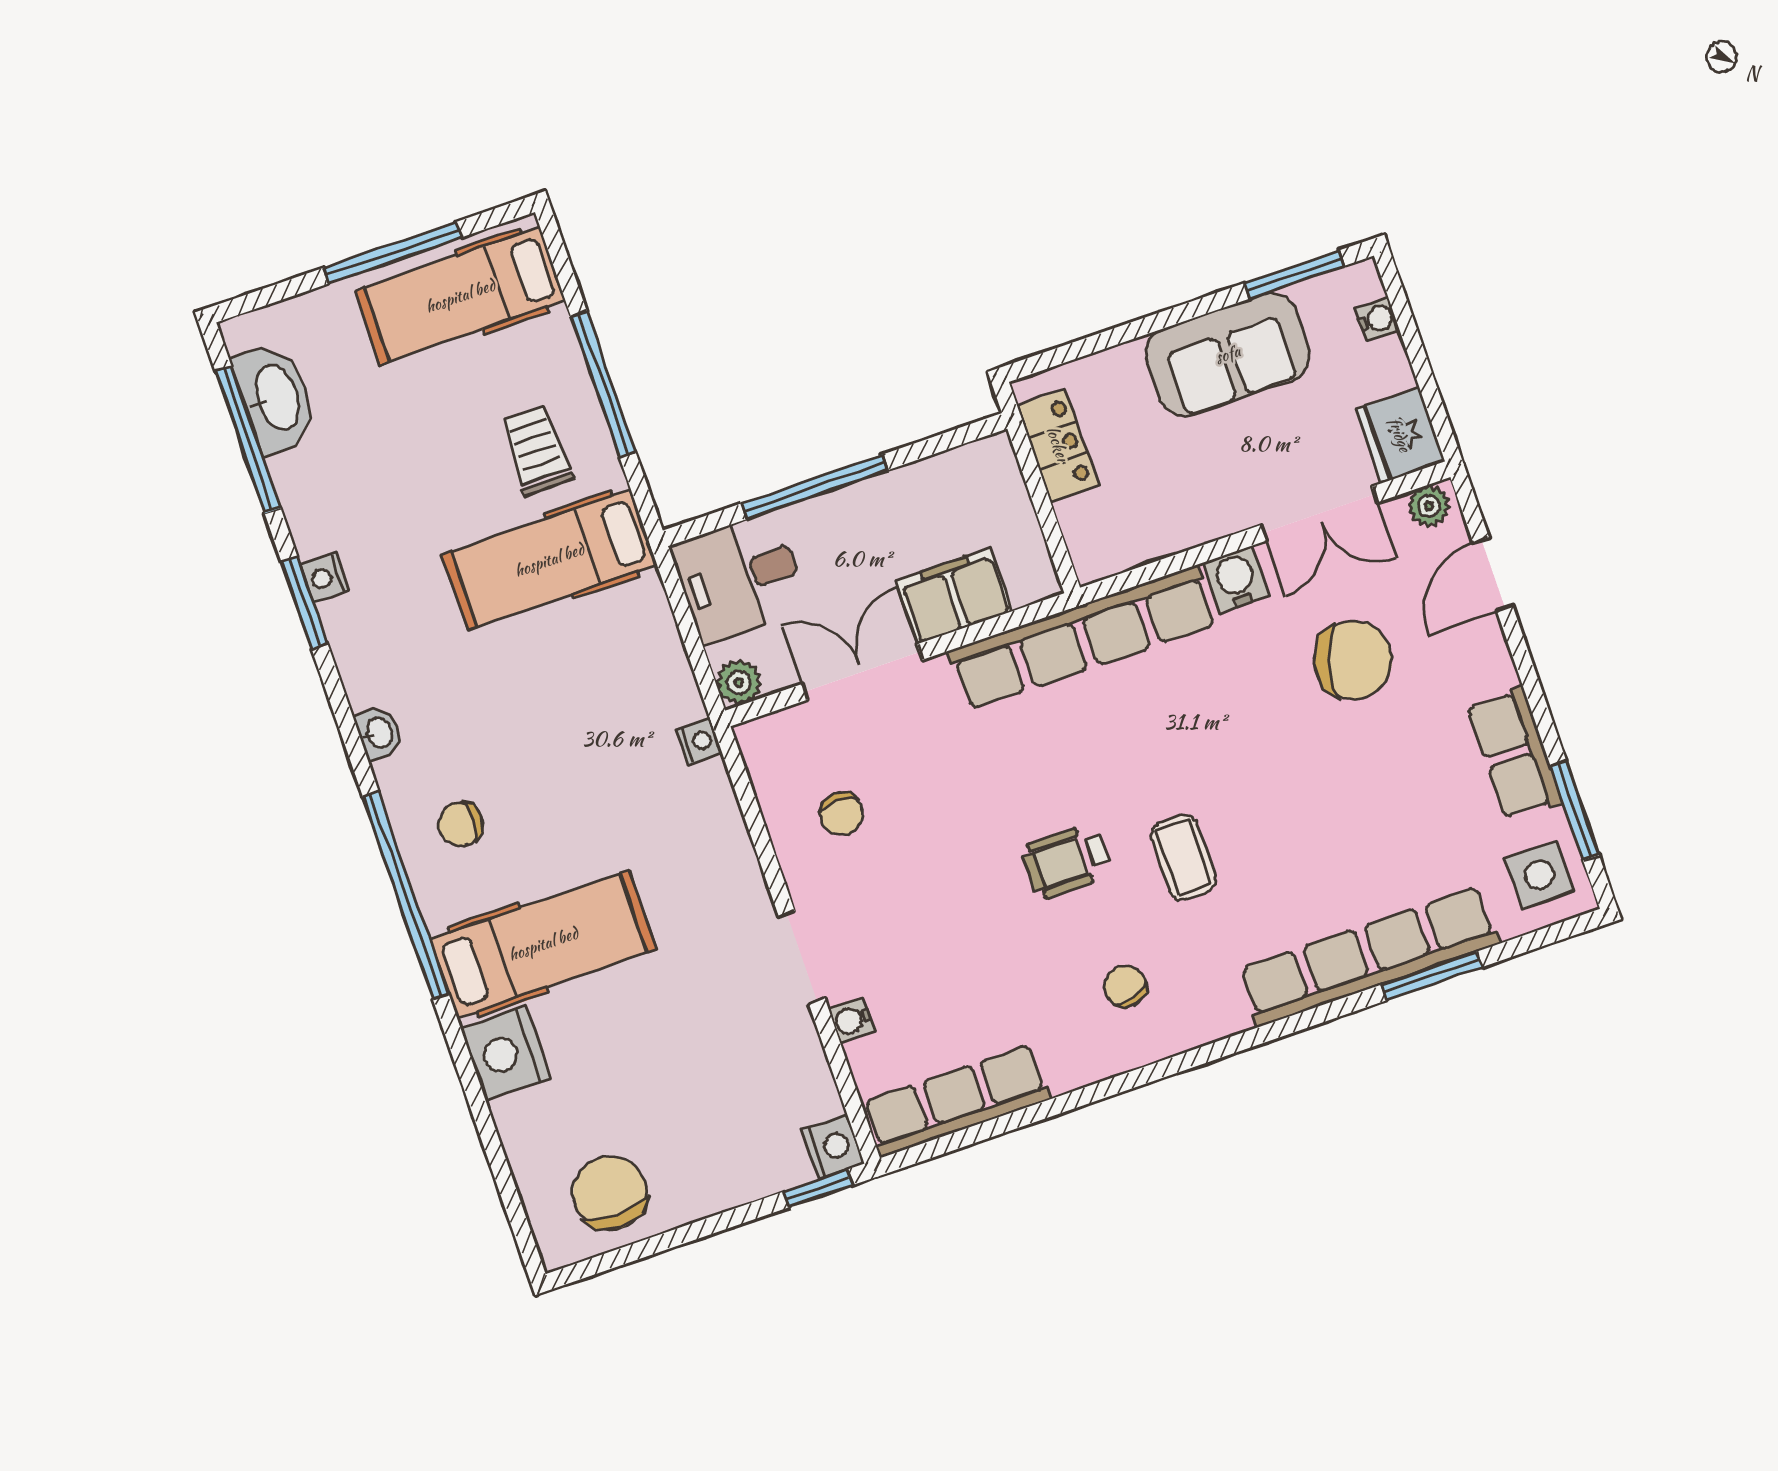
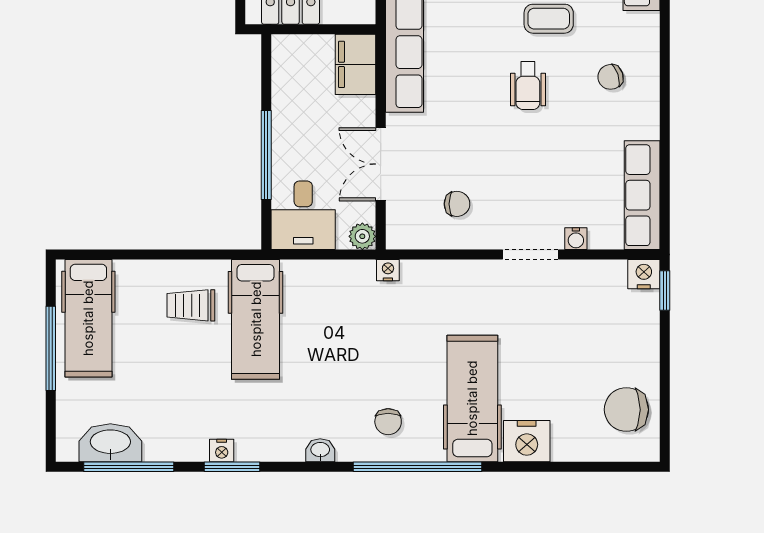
window: (603, 384) -> (167, 255), removed
filing cabinet: (954, 596) -> (356, 64), moved

